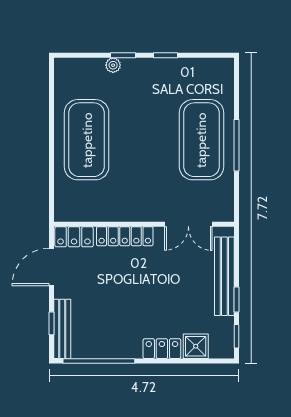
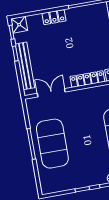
shower: (196, 346) -> (19, 25), moved

